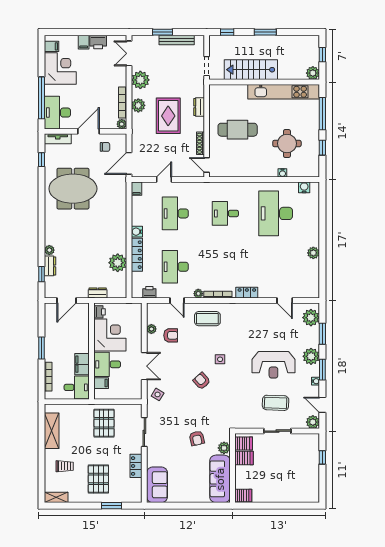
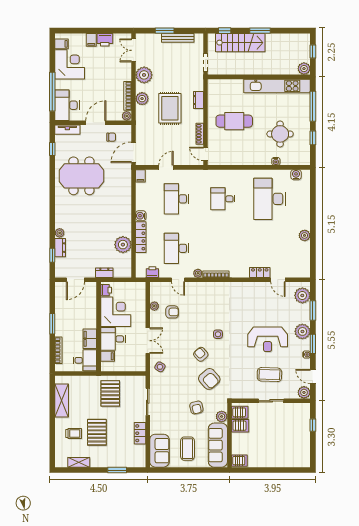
stairs: (251, 70) -> (240, 43), moved, turned 180
locker: (247, 293) -> (260, 272), moved
coffee table: (207, 319) -> (187, 449), moved, turned 90
armchair: (211, 408) -> (209, 379), added
pallet: (98, 479) -> (97, 432), moved
shelving: (56, 497) -> (79, 462), moved

